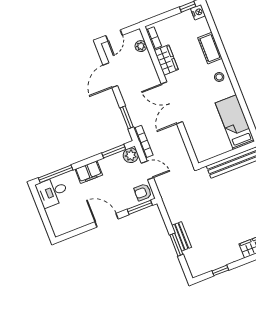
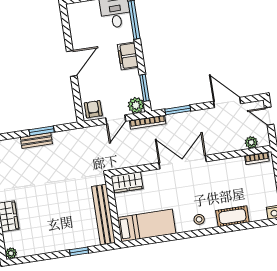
wardrobe: (166, 60) -> (127, 182), moved
window: (140, 207) -> (78, 102), removed
window: (176, 245) -> (42, 131), moved

